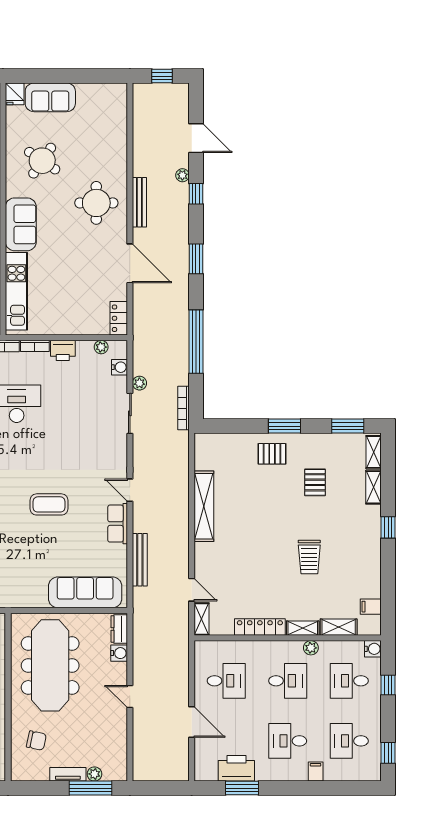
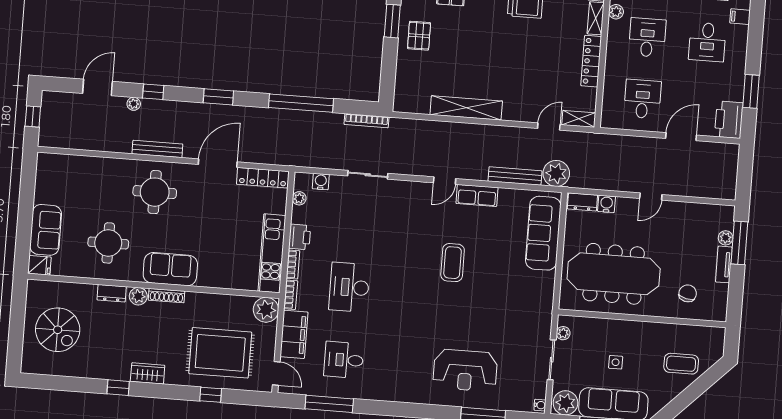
round table: (42, 161) -> (108, 243), turned -34
kitchen unit: (16, 291) -> (272, 253), moved, turned -90
locker: (119, 318) -> (263, 178), width x1.53
plant: (139, 383) -> (556, 173), moved, width x1.87, depth x1.87
printer: (236, 768) -> (729, 120), moved

